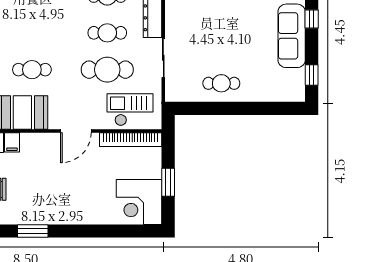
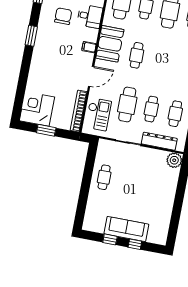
window: (312, 75) -> (110, 239), moved
door: (76, 131) -> (91, 76), swing flipped
filing cabinet: (12, 142) -> (89, 47), moved

